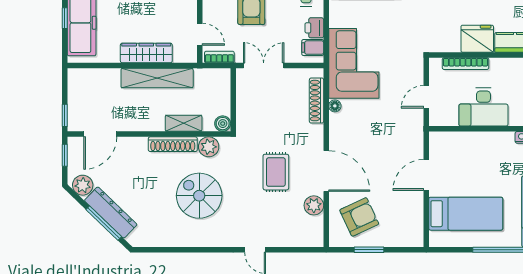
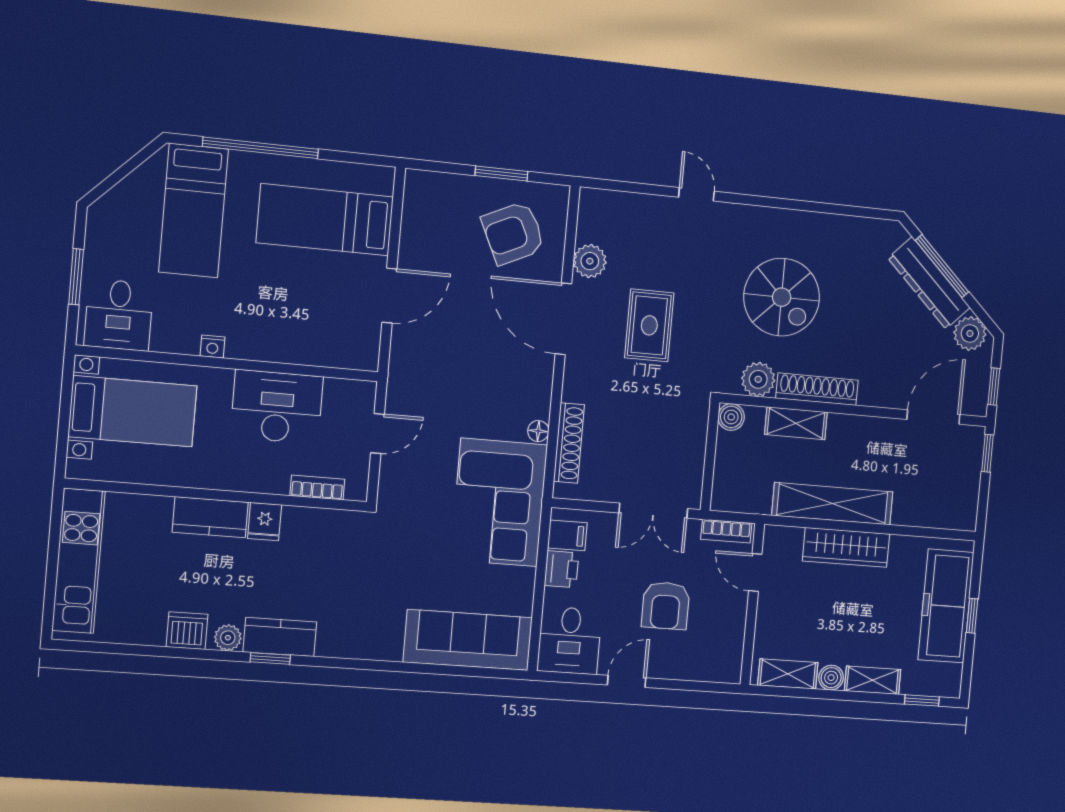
fridge: (477, 39) -> (265, 522), width x0.53, depth x0.75
bookcase: (466, 64) -> (317, 488), width x0.64

